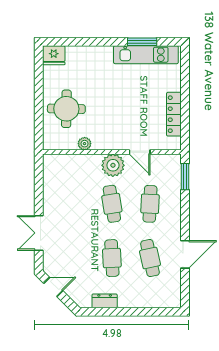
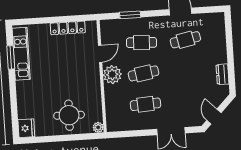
plant: (85, 144) -> (98, 127), moved
window: (185, 177) -> (130, 15), moved
cafe table: (112, 258) -> (146, 104), moved

